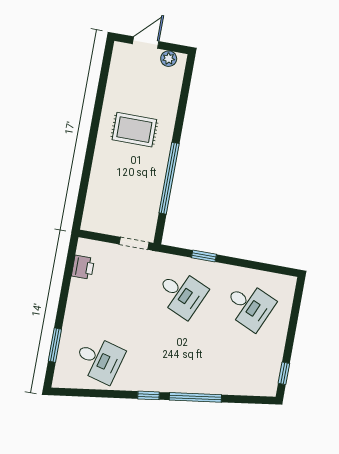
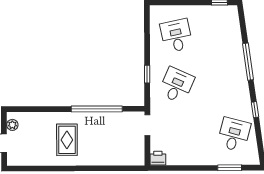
printer: (83, 267) -> (158, 158), moved
desk: (249, 306) -> (176, 36), turned -36
window: (148, 395) -> (255, 110), moved

